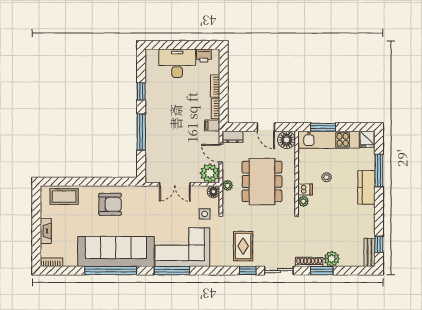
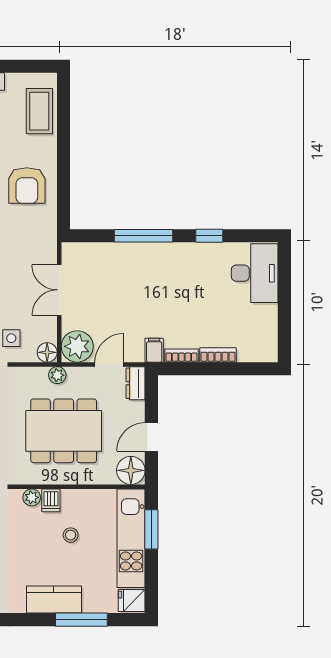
printer: (204, 55) -> (267, 337), removed
desk: (177, 63) -> (255, 273), moved

